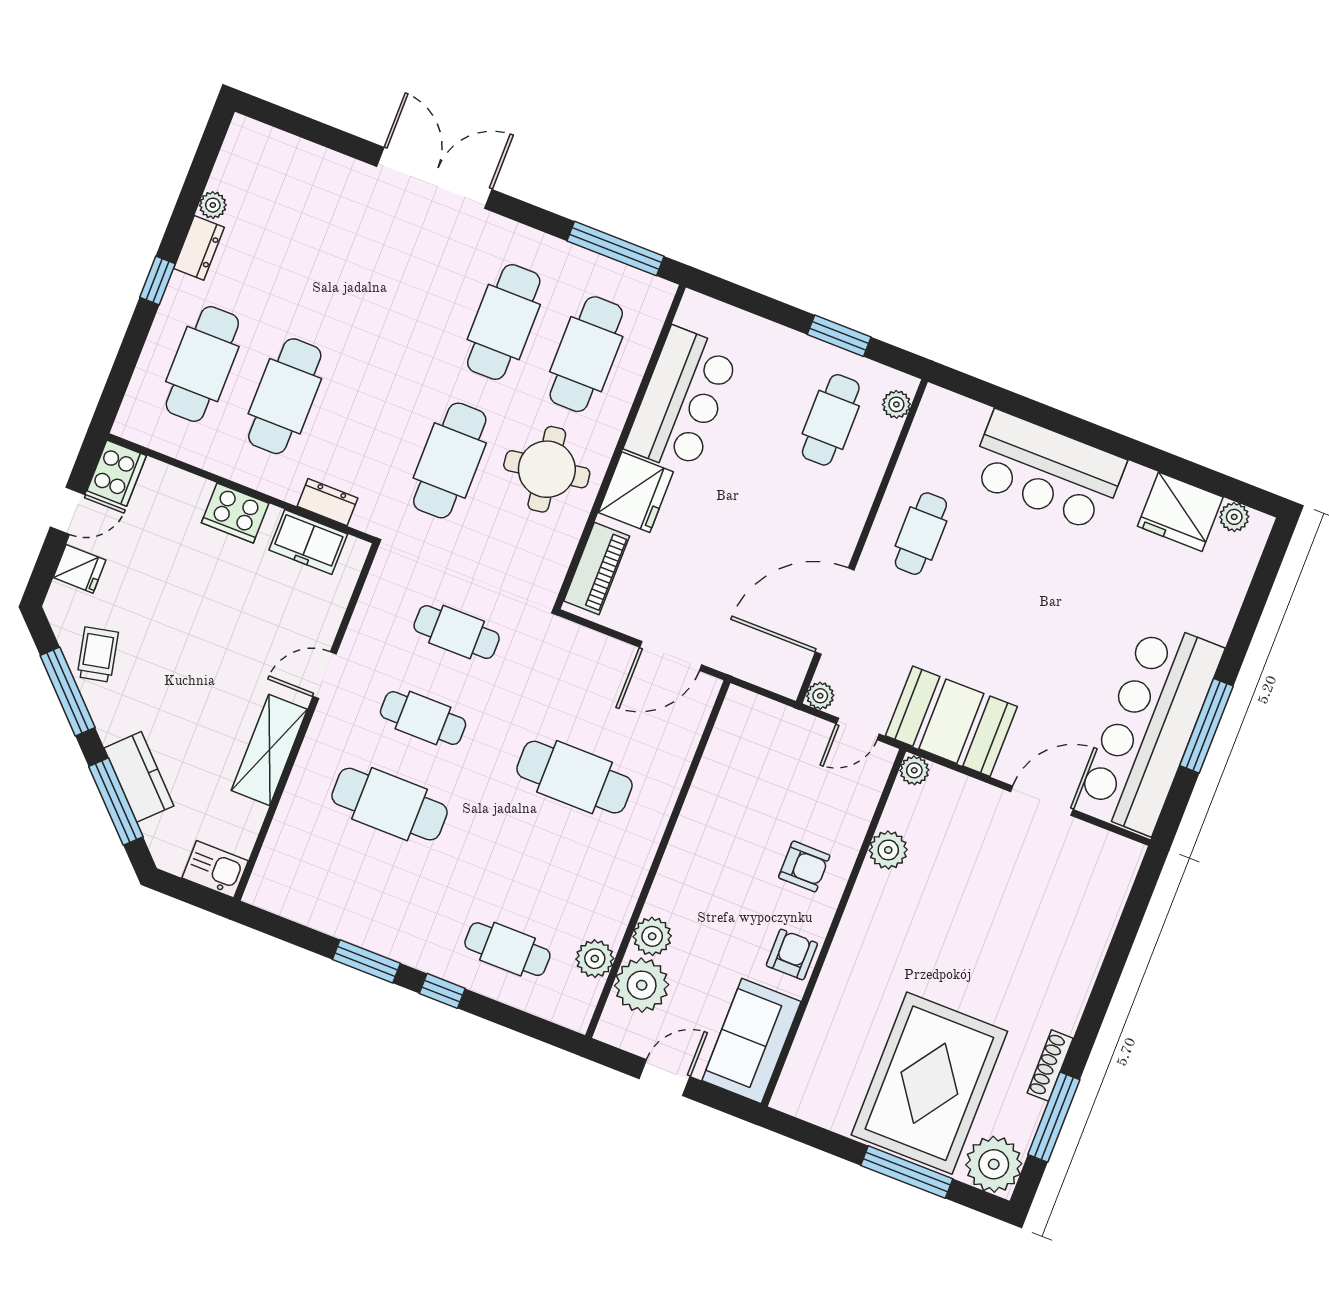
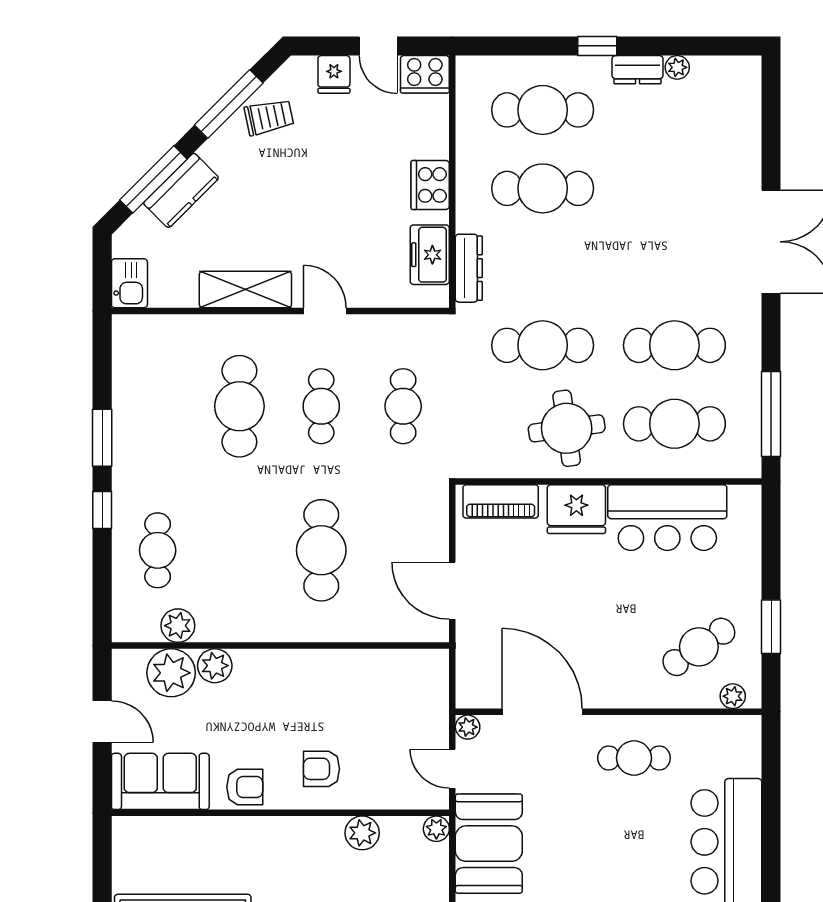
cafe table: (831, 420) -> (699, 647), turned -34
dresser: (327, 502) -> (469, 268), width x1.44
armchair: (804, 866) -> (321, 769), turned 90

